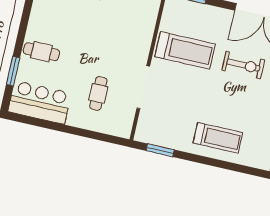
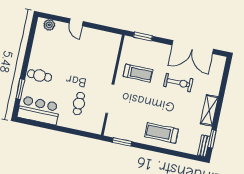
treadmill: (185, 50) -> (138, 73), width x0.73, depth x0.73
treadmill: (218, 138) -> (161, 133), turned 180

